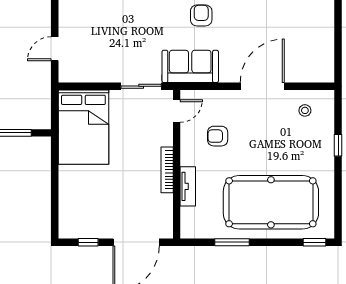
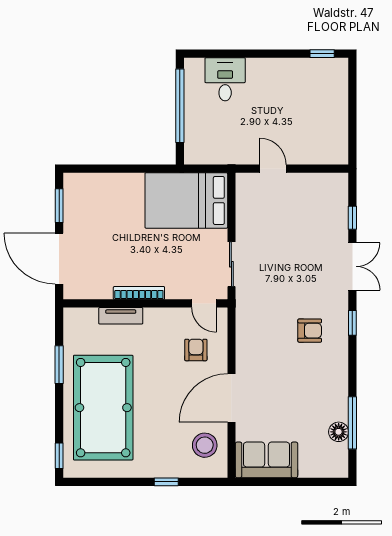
sofa: (190, 66) -> (266, 460), moved, turned -90
door: (262, 86) -> (231, 398), swing flipped
stool: (305, 110) -> (205, 445), width x1.89, depth x1.89
armchair: (218, 136) -> (196, 350), moved
window: (88, 242) -> (59, 206), width x1.50

